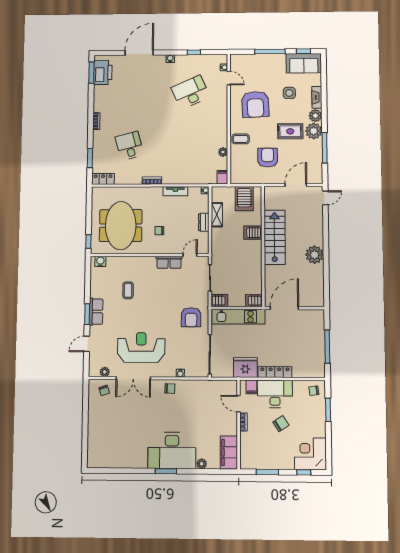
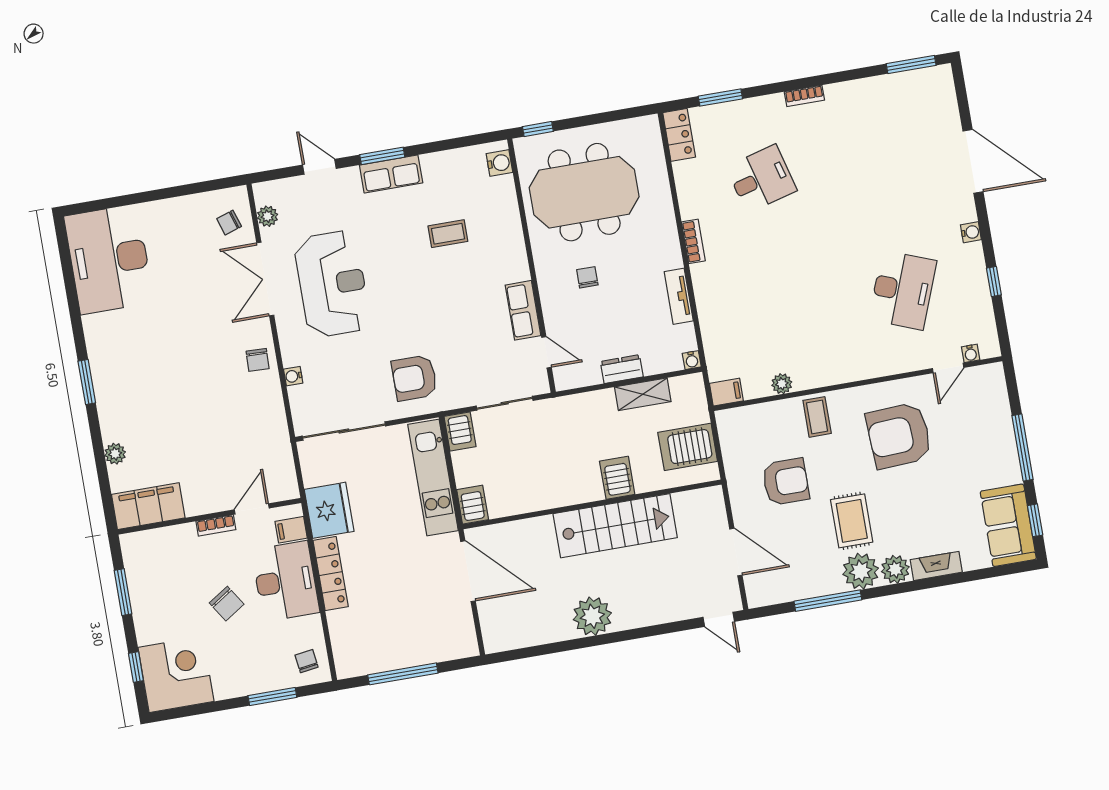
printer: (103, 72) -> (916, 89), removed
desk: (191, 92) -> (903, 290), turned 45
side table: (289, 93) -> (936, 505), removed
desk: (172, 450) -> (109, 259), moved

